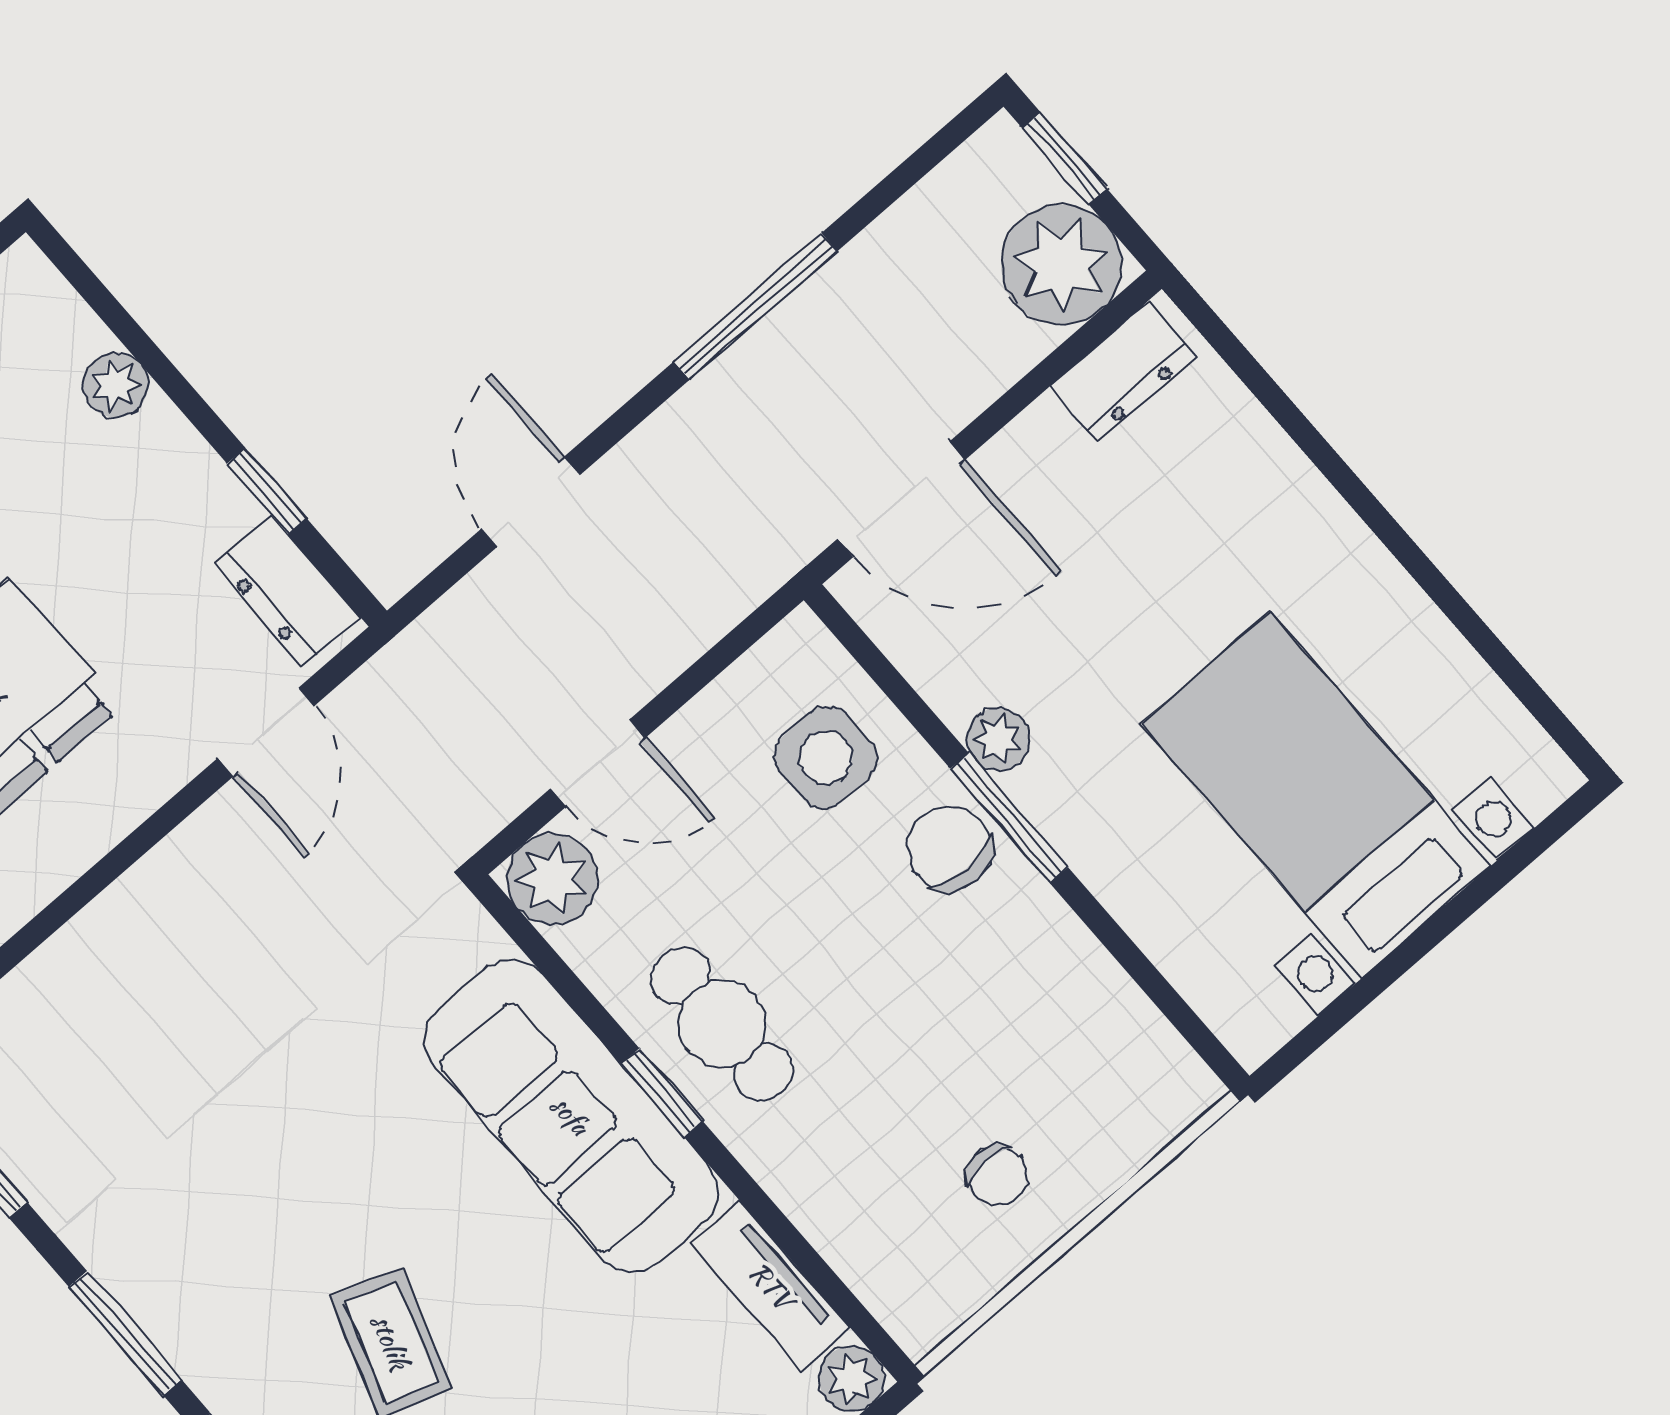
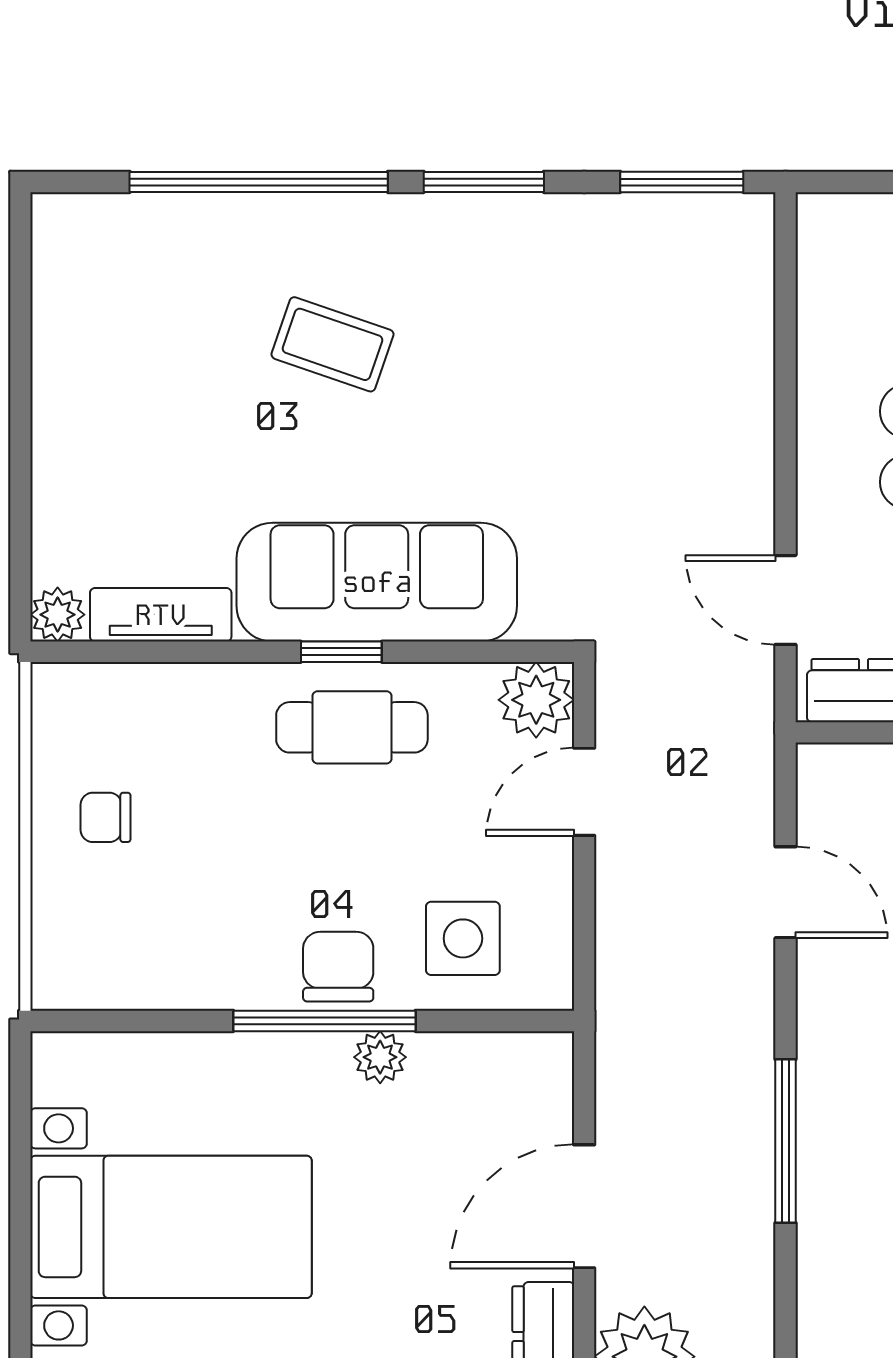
door: (901, 499) -> (584, 1206), moved
window: (1009, 818) -> (324, 1021), width x1.44
chair: (949, 848) -> (338, 967), turned -90

